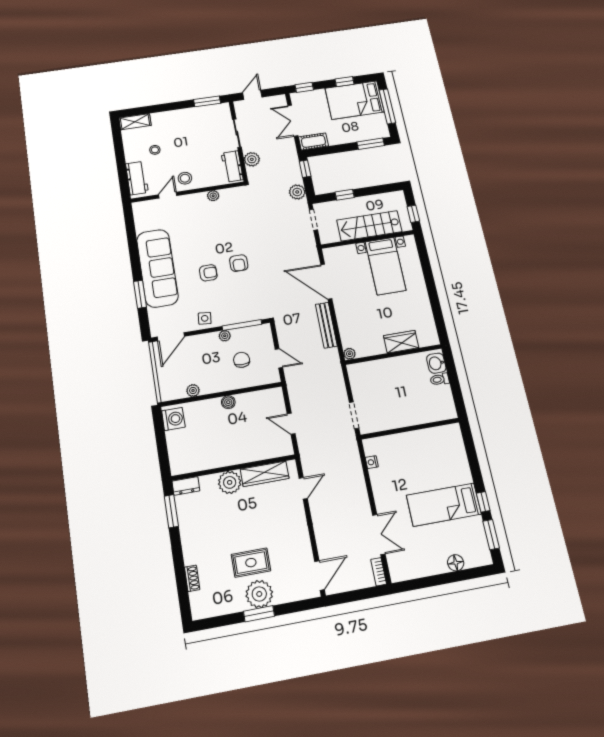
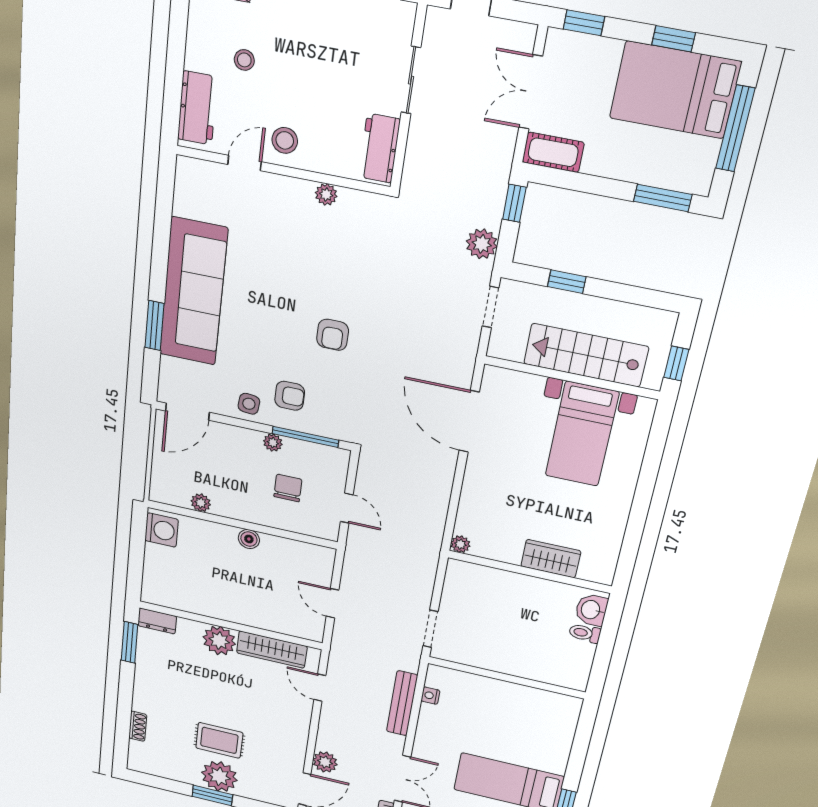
plant: (252, 159) -> (325, 762), moved
armchair: (208, 273) -> (290, 396), moved
bench: (326, 325) -> (402, 703), moved
door: (303, 488) -> (320, 688), swing flipped

